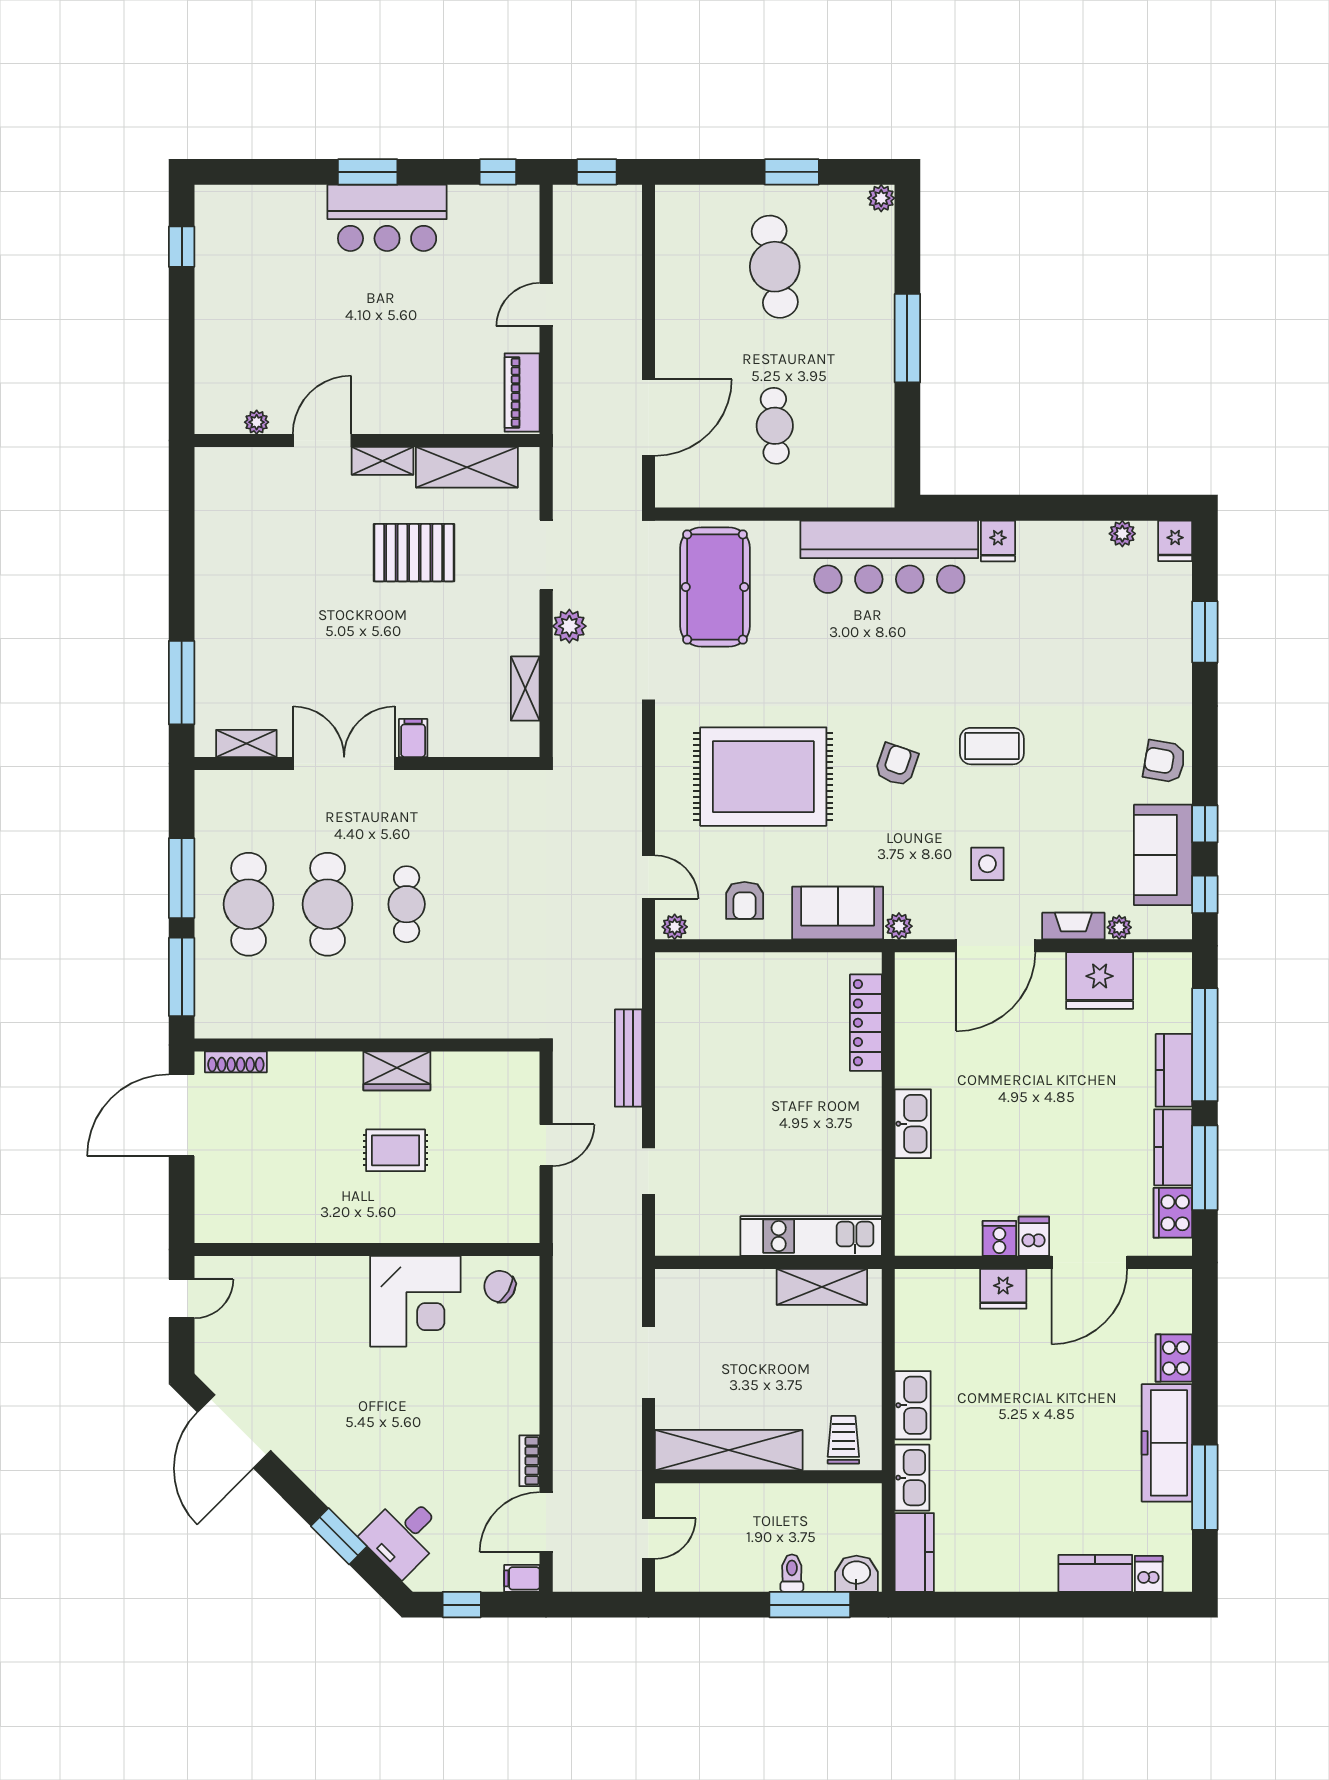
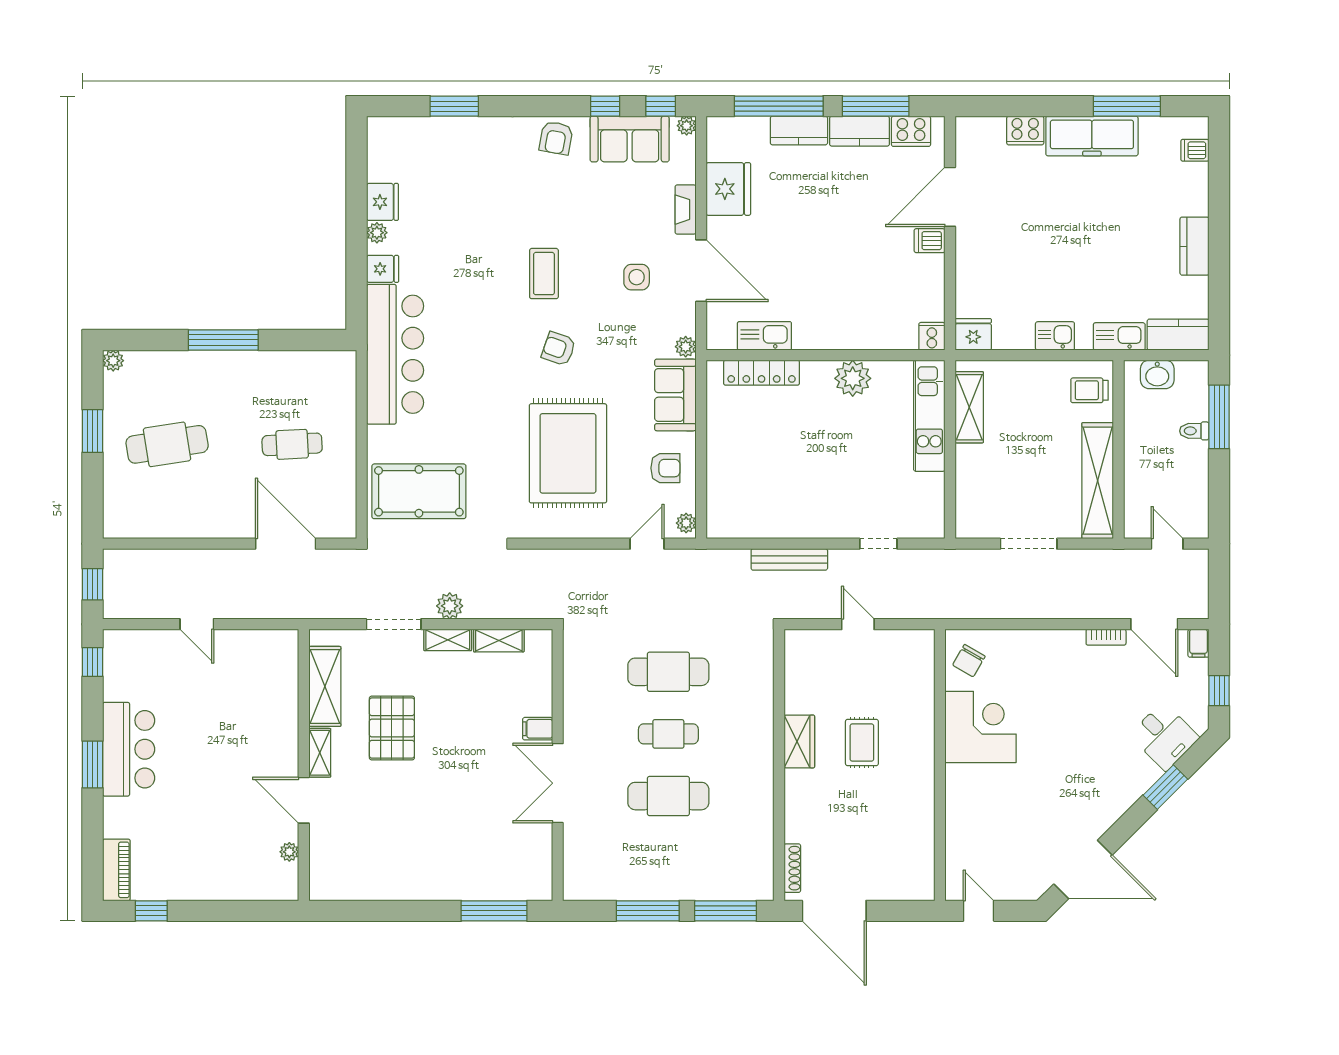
piano: (522, 392) -> (116, 870), moved, turned -90
plant: (1122, 534) -> (377, 233), moved
fridge: (1175, 541) -> (383, 202), moved, width x1.38
shelving: (246, 744) -> (448, 640), moved, turned 90
cafe table: (249, 904) -> (668, 672), moved
plant: (1119, 927) -> (687, 126), moved
kitchen sink: (913, 1124) -> (764, 336), moved
plant: (859, 1139) -> (853, 378), added
cooker: (999, 1238) -> (932, 336), moved, turned 90
door: (1089, 1262) -> (950, 197), swing flipped
fridge: (1003, 1289) -> (973, 334), moved, turned -90
kitchen sink: (913, 1405) -> (1055, 336), width x0.73
kitchen counter: (1095, 1573) -> (1194, 246), moved
washbasin: (856, 1574) -> (1157, 374), moved, turned -90

